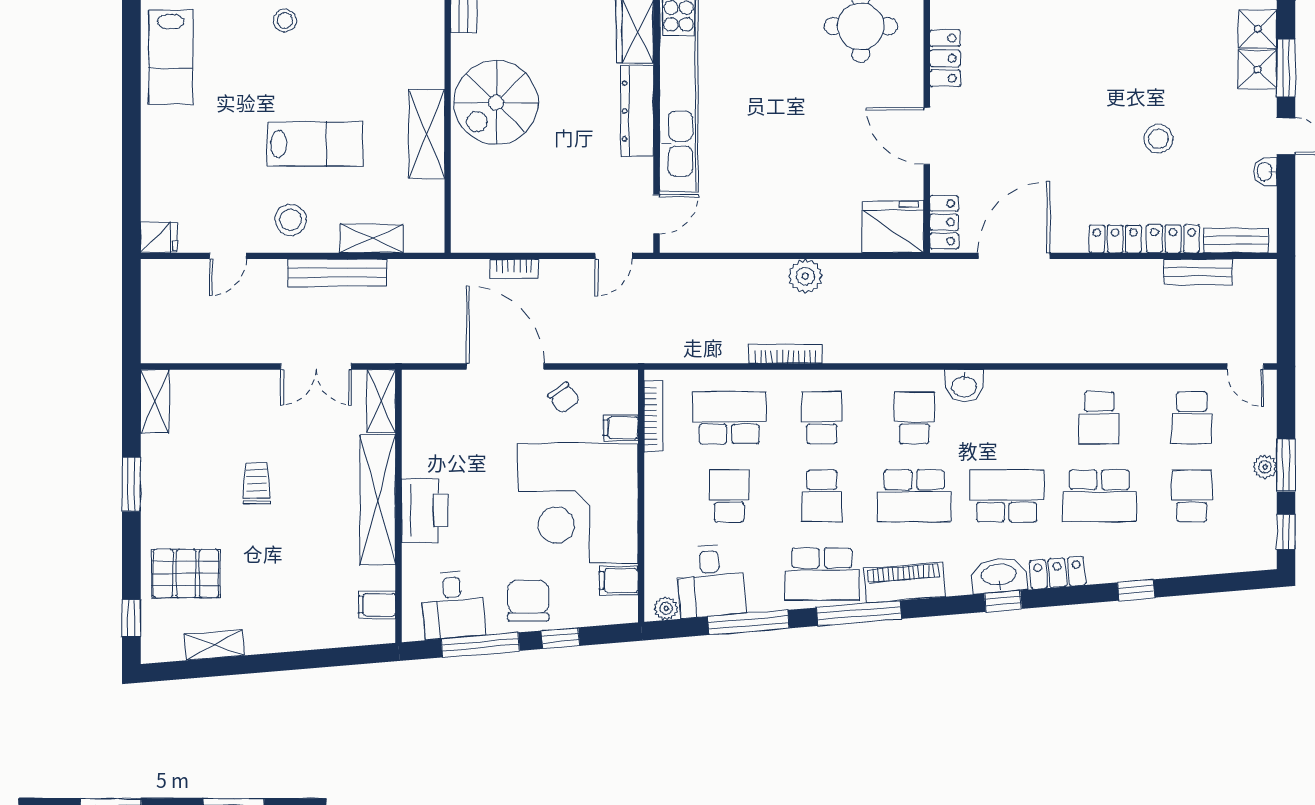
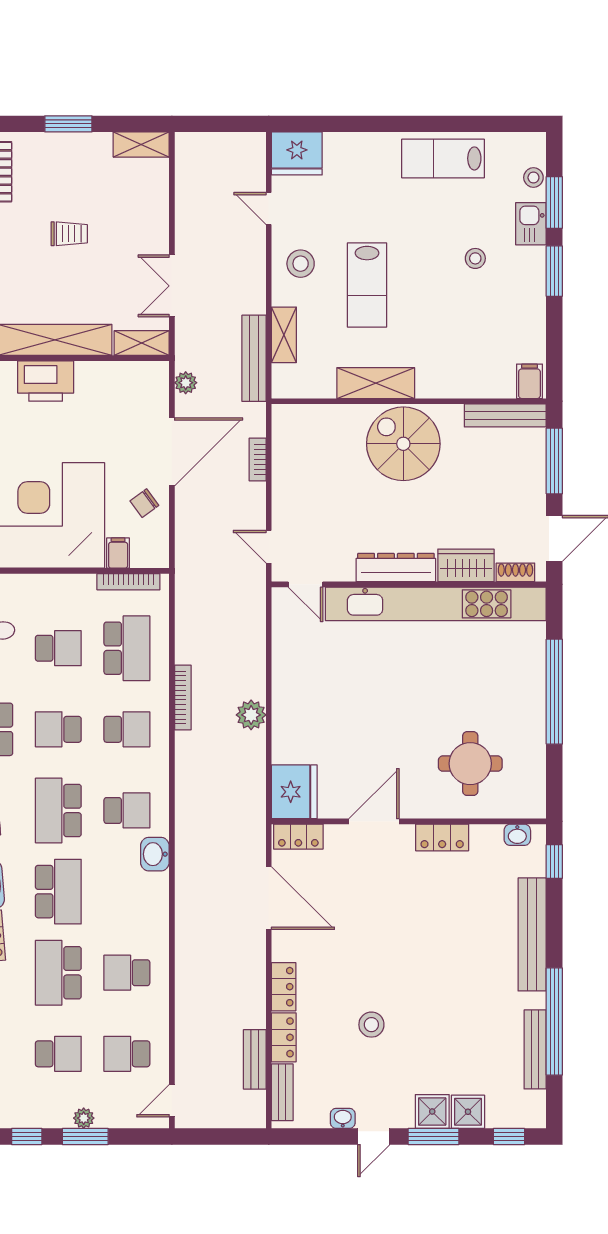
fridge: (159, 237) -> (297, 153), width x1.88, depth x1.34
bench: (337, 273) -> (254, 358), moved
plant: (426, 351) -> (186, 383), added

